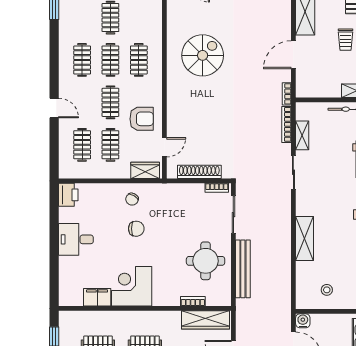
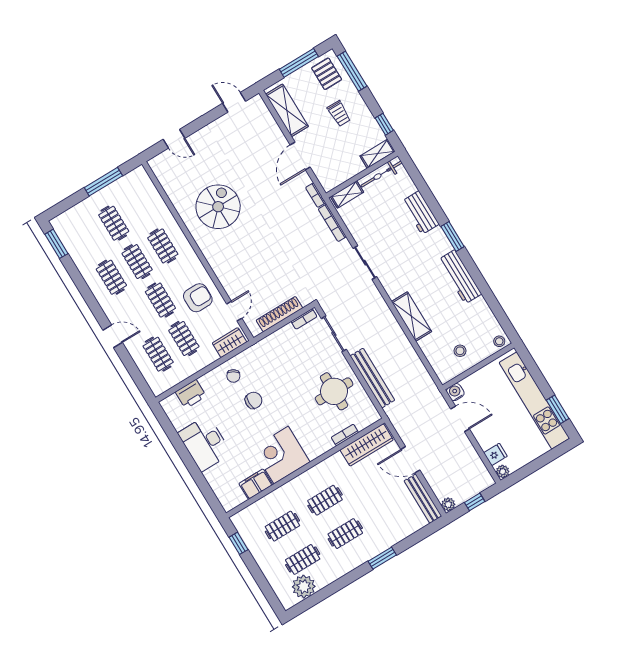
shelving: (302, 135) -> (347, 194), moved, turned 90
printer: (68, 195) -> (191, 394), moved, turned 90
desk: (76, 239) -> (205, 443), width x1.37

